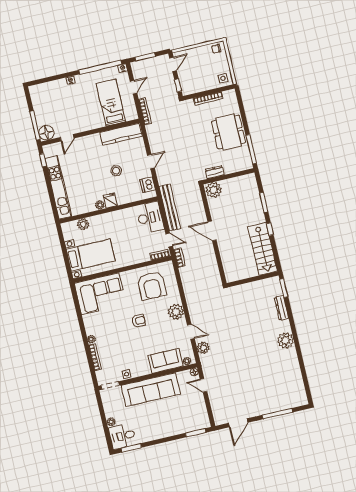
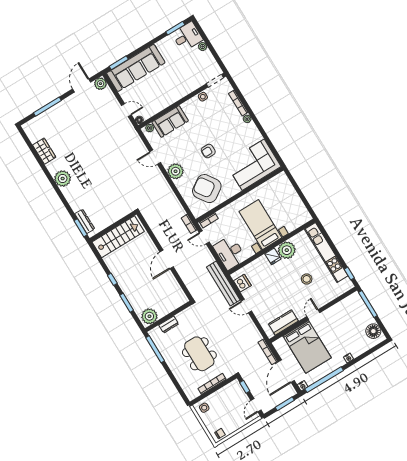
door: (133, 87) -> (286, 371), width x1.88
bed: (111, 103) -> (307, 347), width x1.50
dining table: (229, 132) -> (199, 354), moved
floor lamp: (46, 133) -> (373, 331), moved
kitchen counter: (121, 134) -> (283, 322), width x0.67
door: (67, 138) -> (313, 315), moved
door: (151, 162) -> (246, 306), hinge flipped
stool: (116, 171) -> (307, 279), moved
dresser: (215, 172) -> (169, 325), moved
plant: (214, 190) -> (149, 316), moved
plant: (100, 205) -> (287, 250), width x1.88, depth x1.88
bench: (170, 207) -> (223, 283), moved
plant: (83, 224) -> (291, 225), removed
door: (212, 231) -> (167, 259), swing flipped
stairs: (263, 249) -> (118, 237), moved, turned 90
bed with nightstands: (91, 255) -> (260, 225), moved, turned 90
armchair: (152, 286) -> (207, 189), turned -34
dresser: (281, 308) -> (85, 221), moved
plant: (203, 348) -> (100, 84), moved
wardrobe: (294, 372) -> (44, 151), added
sofa: (151, 390) -> (136, 68), moved, turned 180

